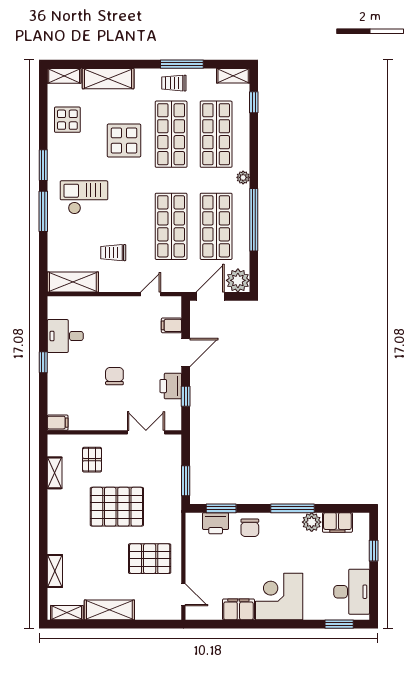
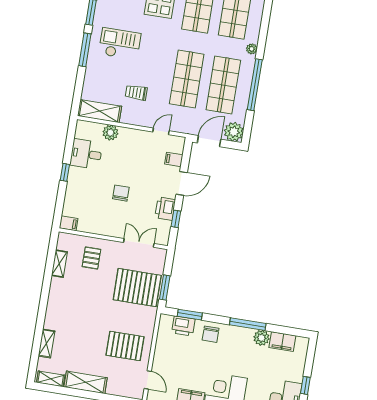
plant: (90, 306) -> (110, 133), added
pallet: (117, 507) -> (137, 288), moved
window: (374, 551) -> (305, 385), moved

